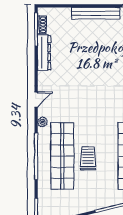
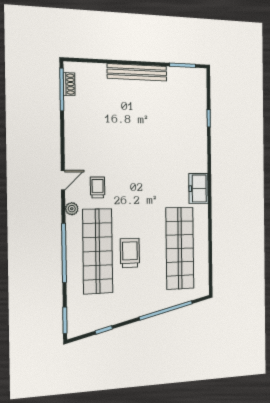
dresser: (44, 53) -> (72, 120), removed
trolley: (63, 105) -> (98, 187), added

